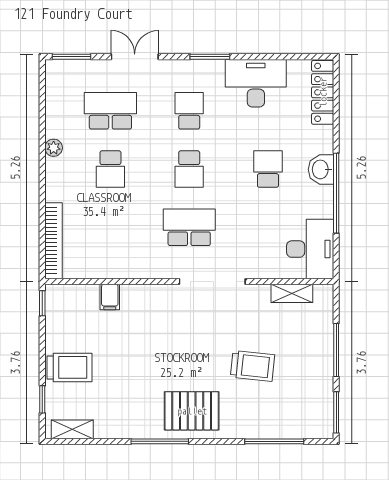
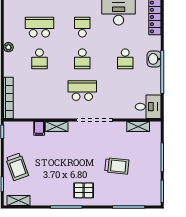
school desk: (268, 169) -> (125, 59), turned 180
desk: (310, 249) -> (148, 107), width x0.73
shelving: (142, 293) -> (57, 126), added
trolley: (70, 367) -> (17, 167), turned 70
pallet: (192, 411) -> (84, 190), width x0.67, depth x0.71

